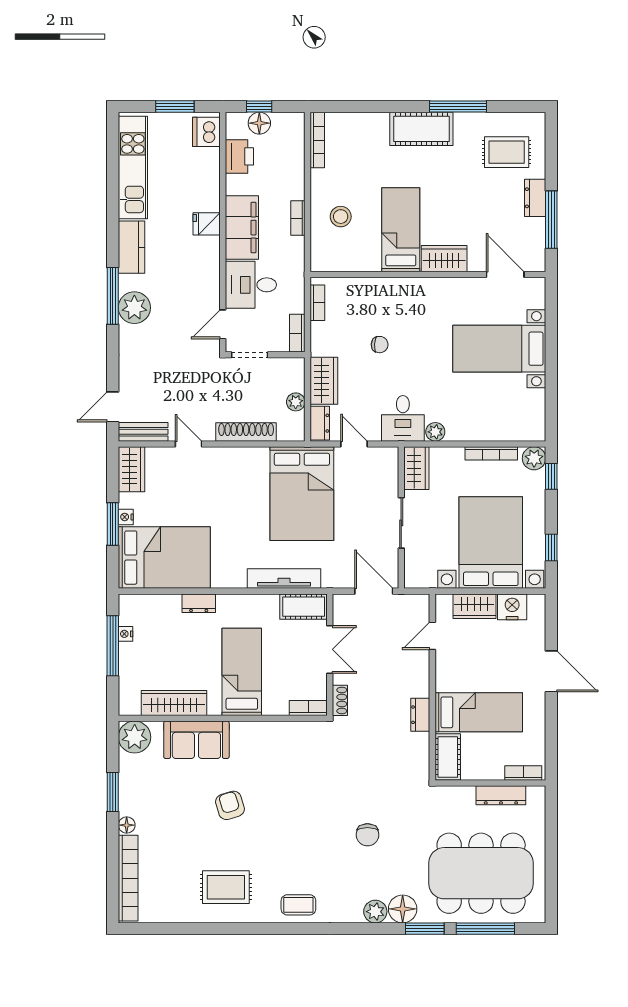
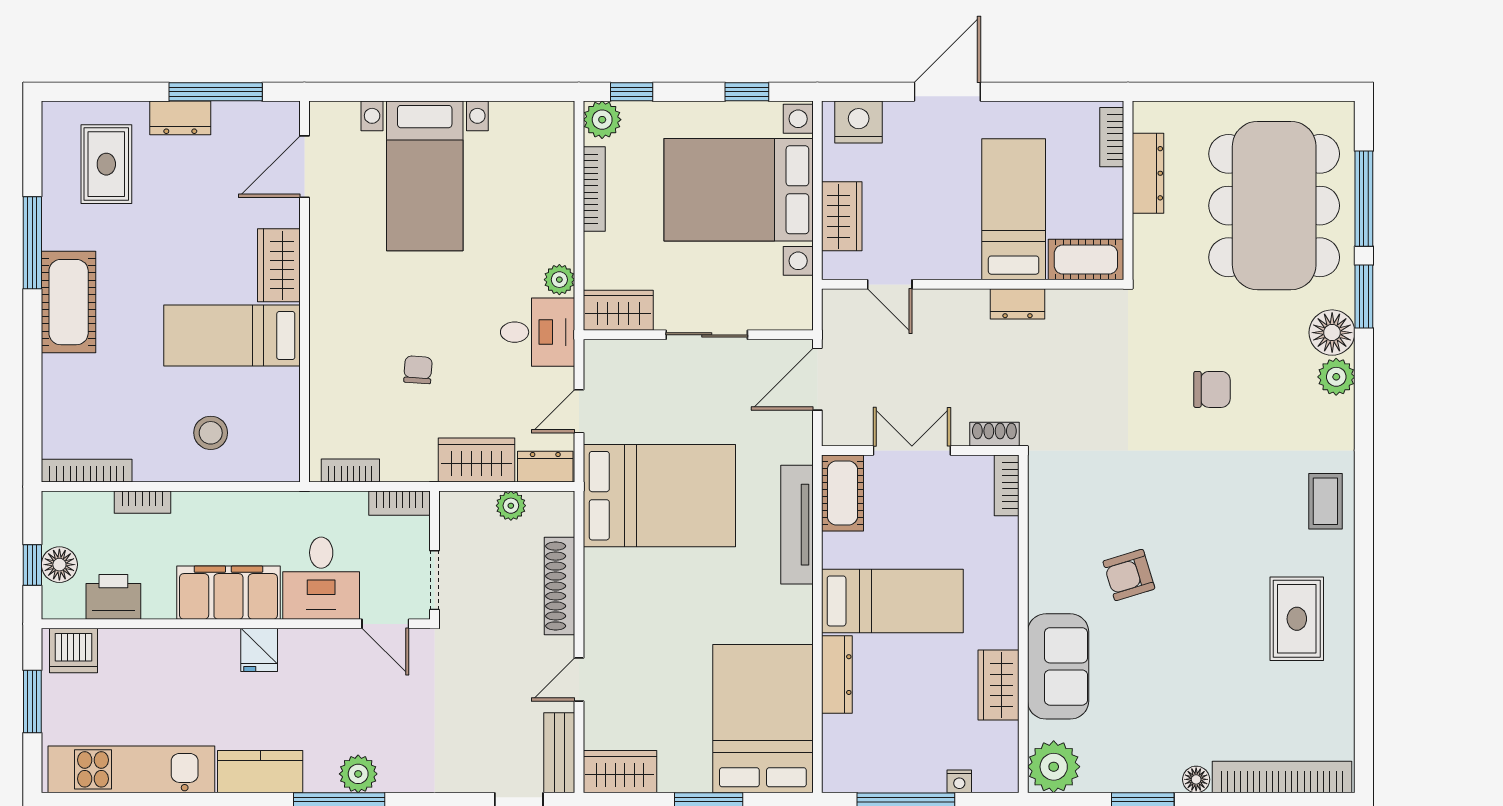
bookcase: (298, 218) -> (142, 502), moved
fridge: (207, 224) -> (259, 650), moved
plant: (134, 308) -> (358, 774), width x0.73, depth x0.73
nightstand: (126, 517) -> (697, 781), removed
dresser: (199, 603) -> (837, 675), width x1.44
nightstand: (512, 607) -> (859, 122), moved, turned 90
nightstand: (125, 634) -> (959, 781), moved
bed: (242, 672) -> (892, 601), moved, turned 180
wardrobe: (174, 703) -> (998, 685), width x0.67
armchair: (230, 805) -> (1129, 575), moved

